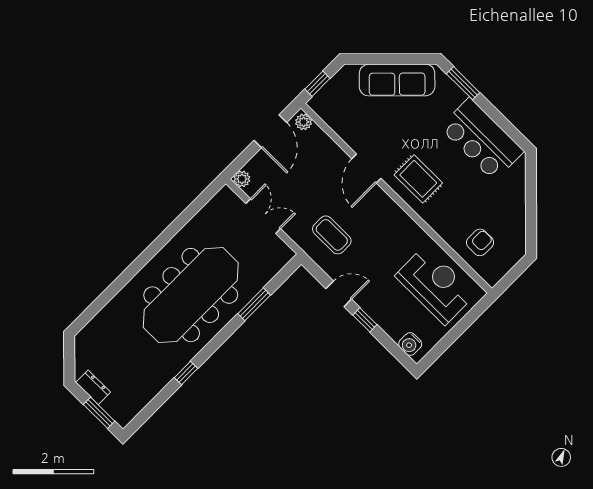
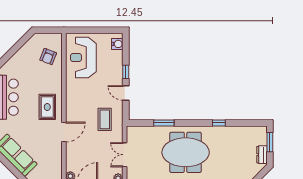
armchair: (480, 242) -> (48, 57), turned -69
meeting table: (191, 295) -> (186, 152), width x0.73

